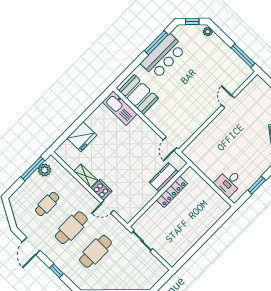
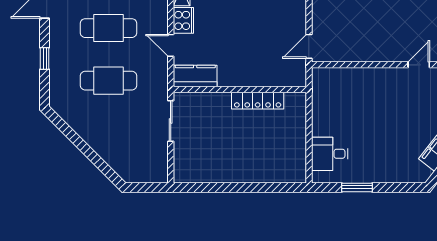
kitchen counter: (164, 177) -> (195, 76), moved

